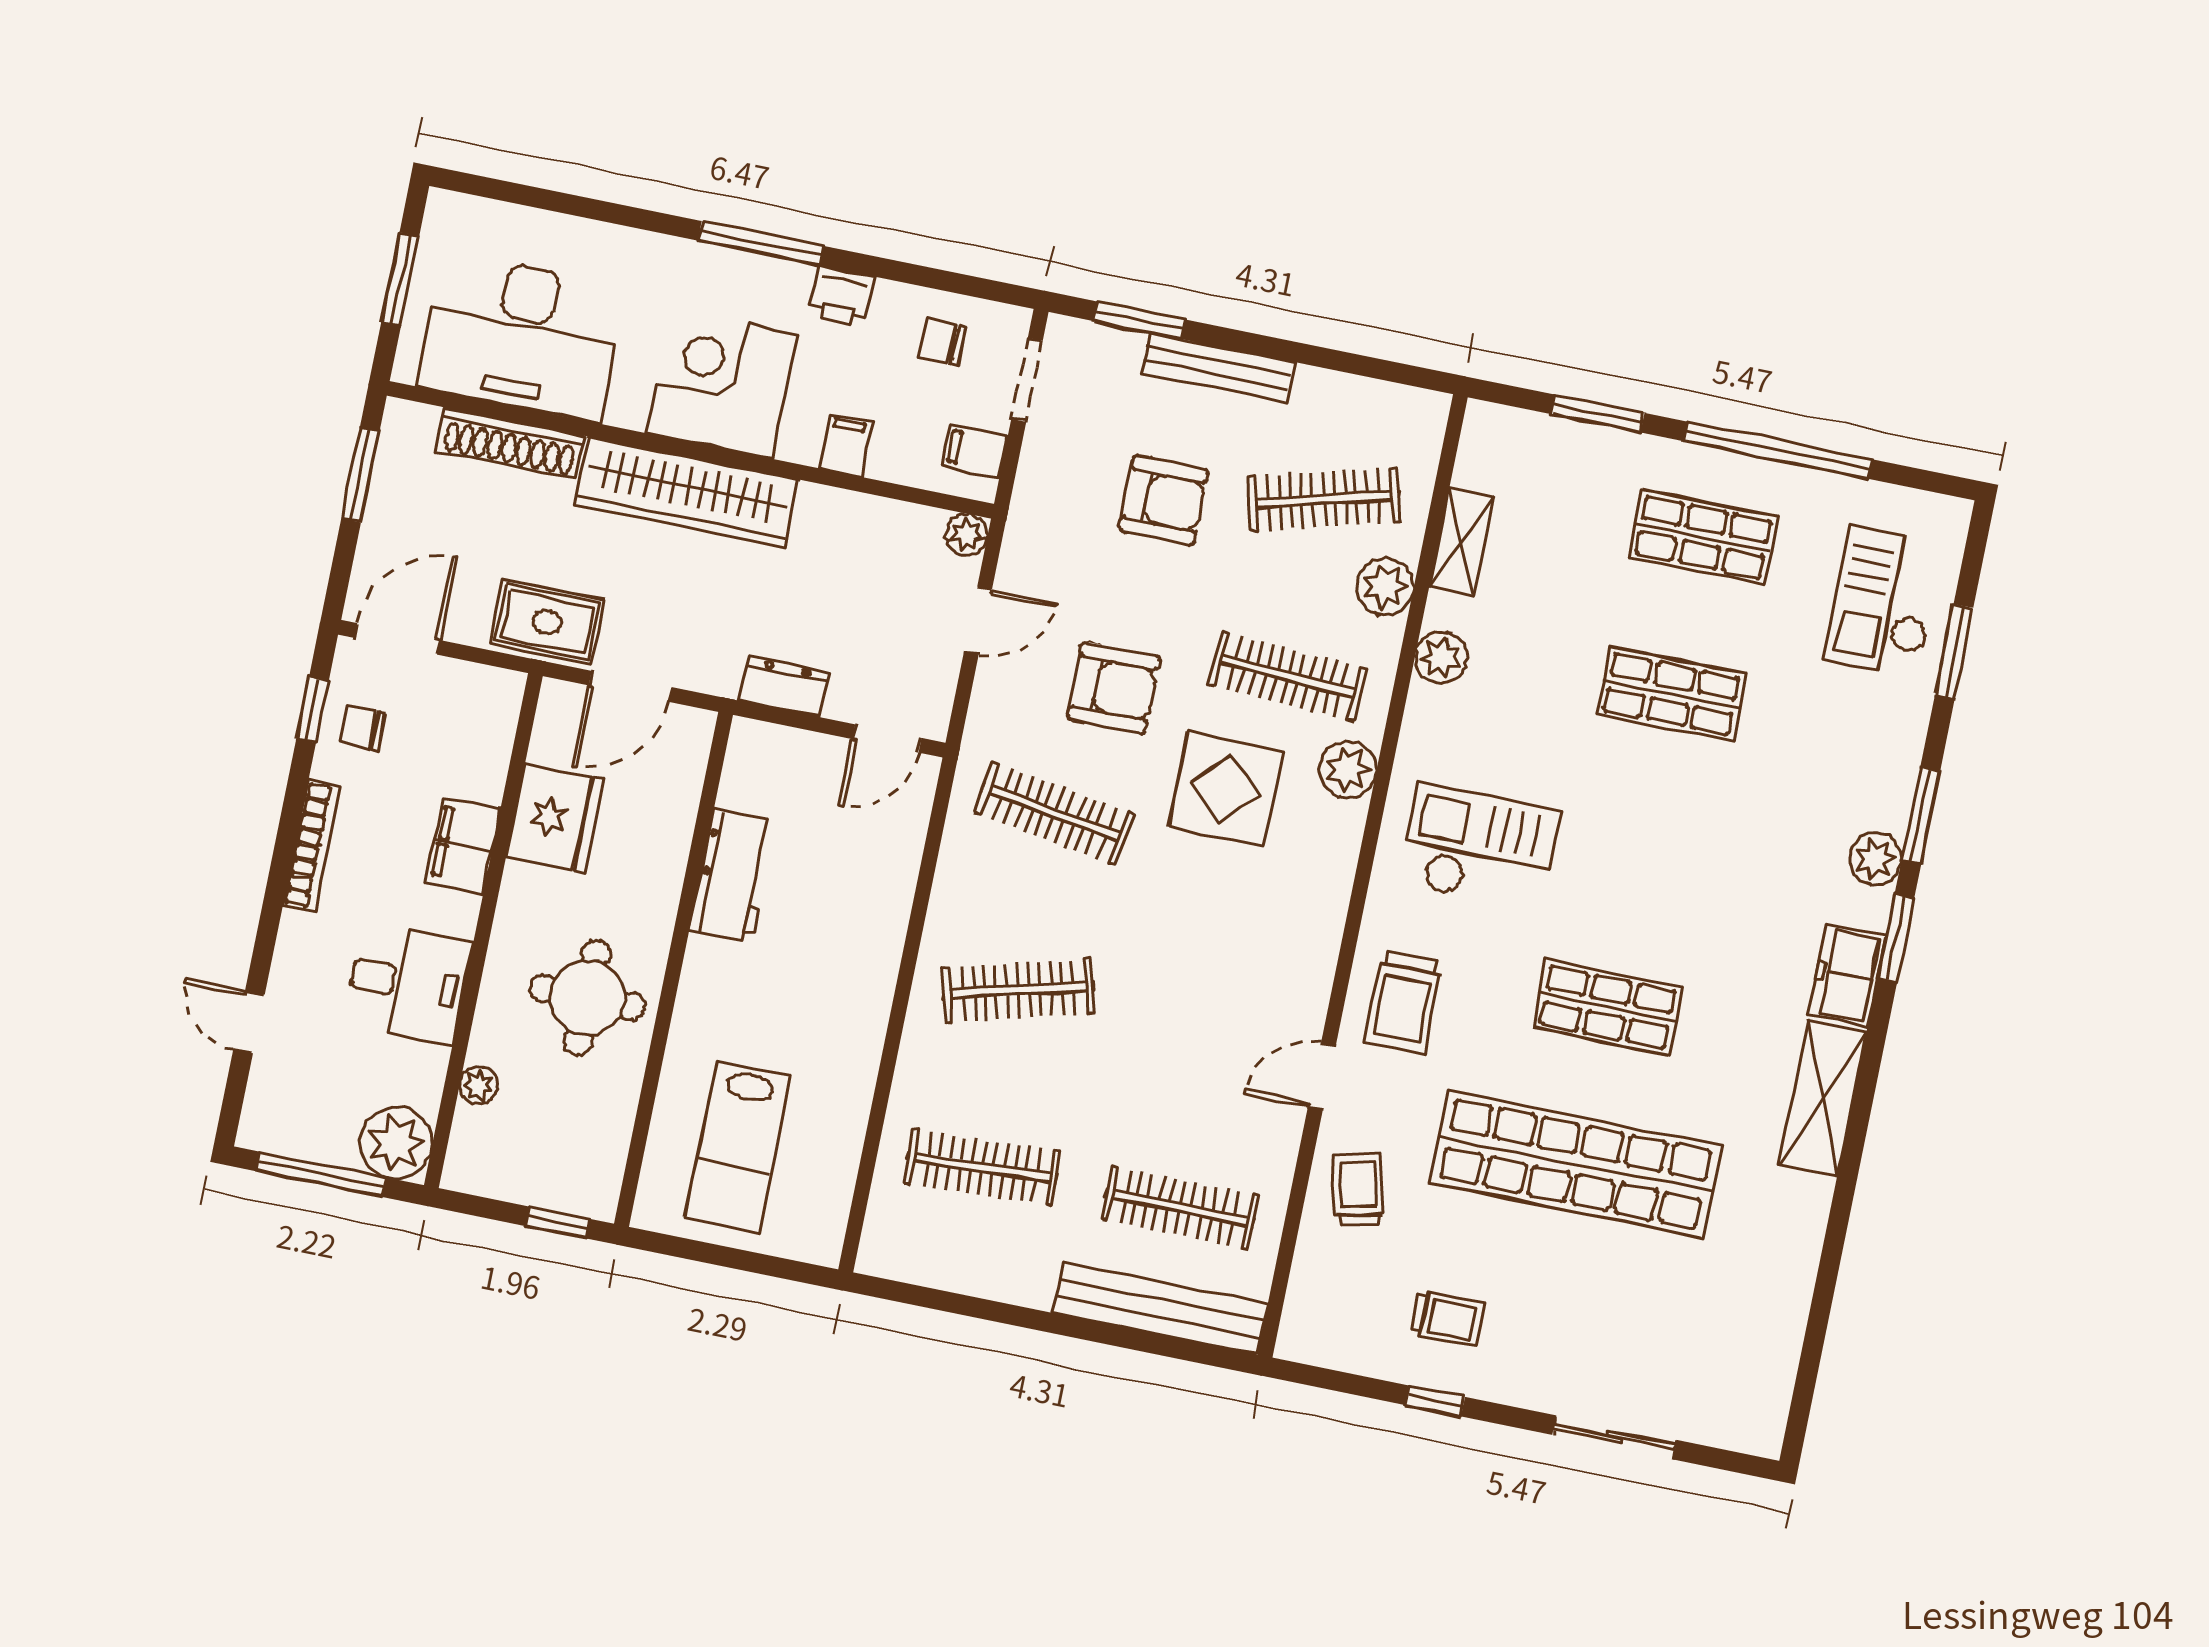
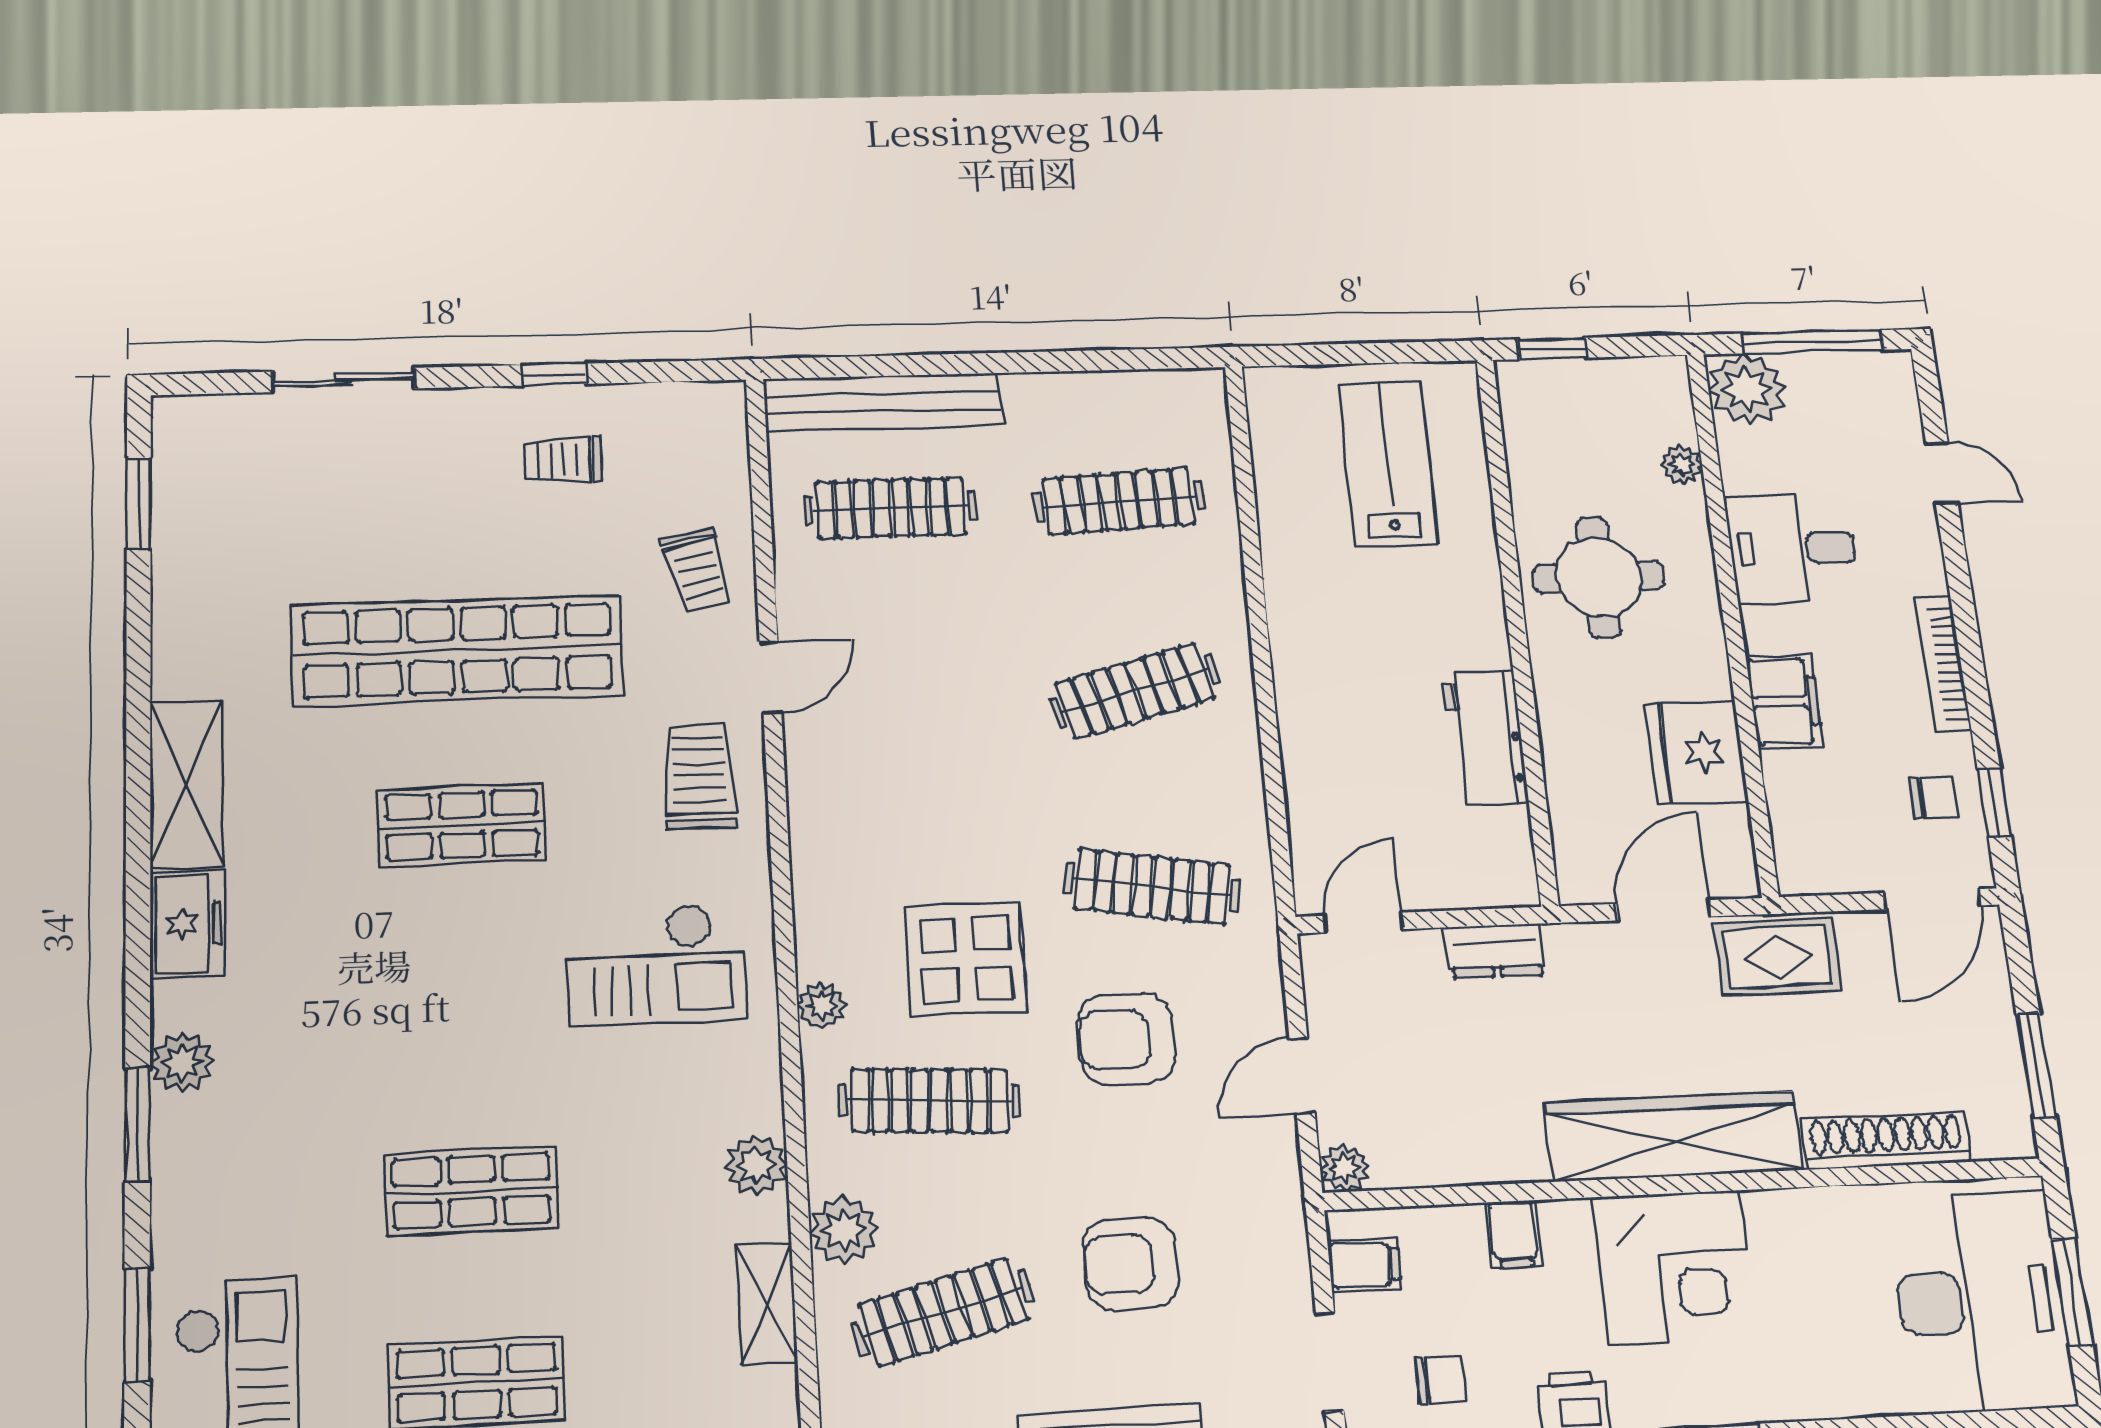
desk: (522, 337) -> (1981, 1301), moved, turned 90
plant: (1348, 770) -> (822, 1005), width x0.73, depth x0.73
window: (1896, 938) -> (139, 504), moved

